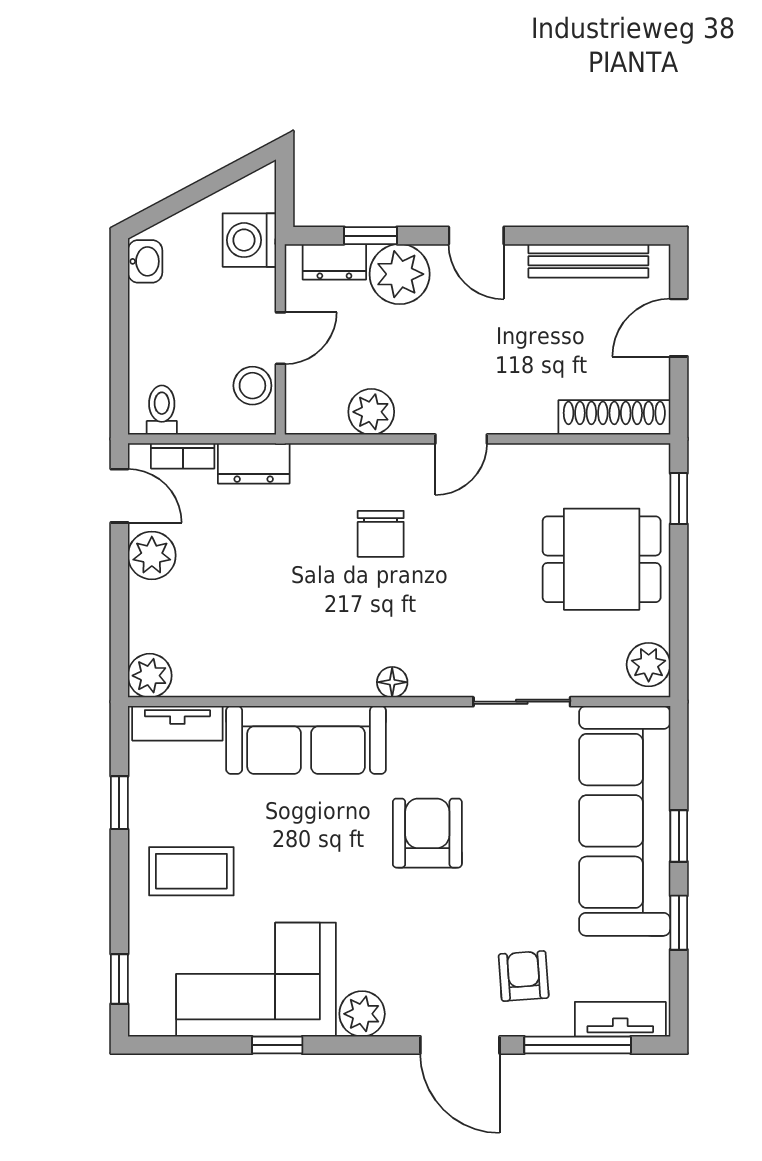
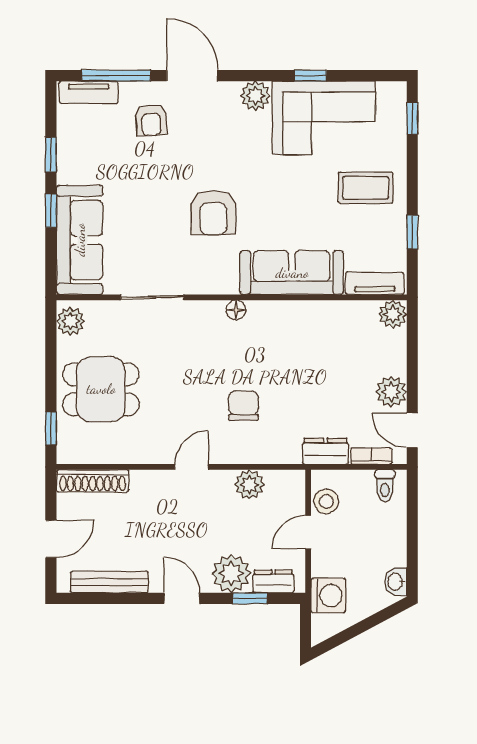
sofa: (625, 821) -> (80, 240), width x0.74, depth x0.79

